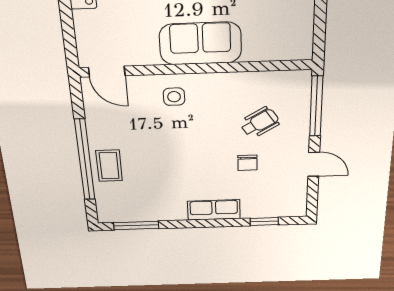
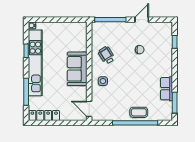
door: (107, 71) -> (89, 109), swing flipped
wheelchair: (260, 123) -> (107, 55), moved
row of seats: (214, 210) -> (166, 89), moved

